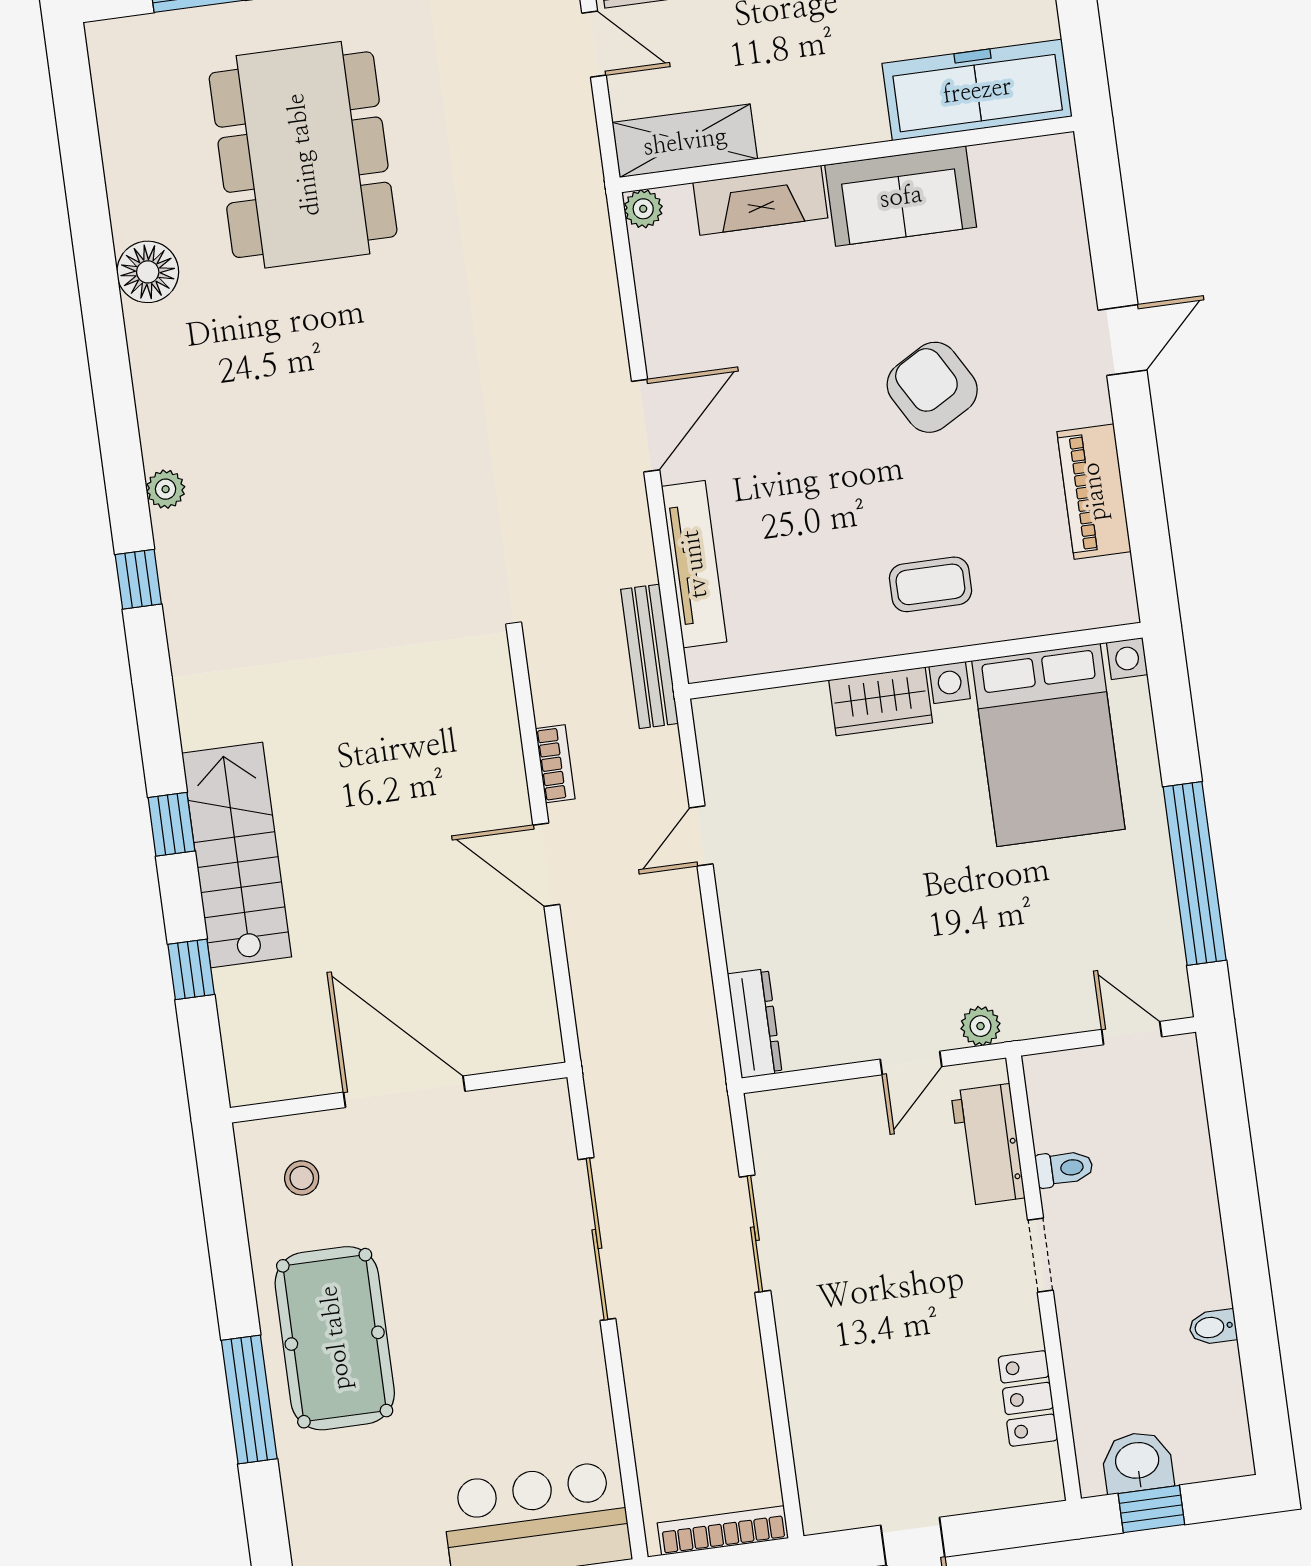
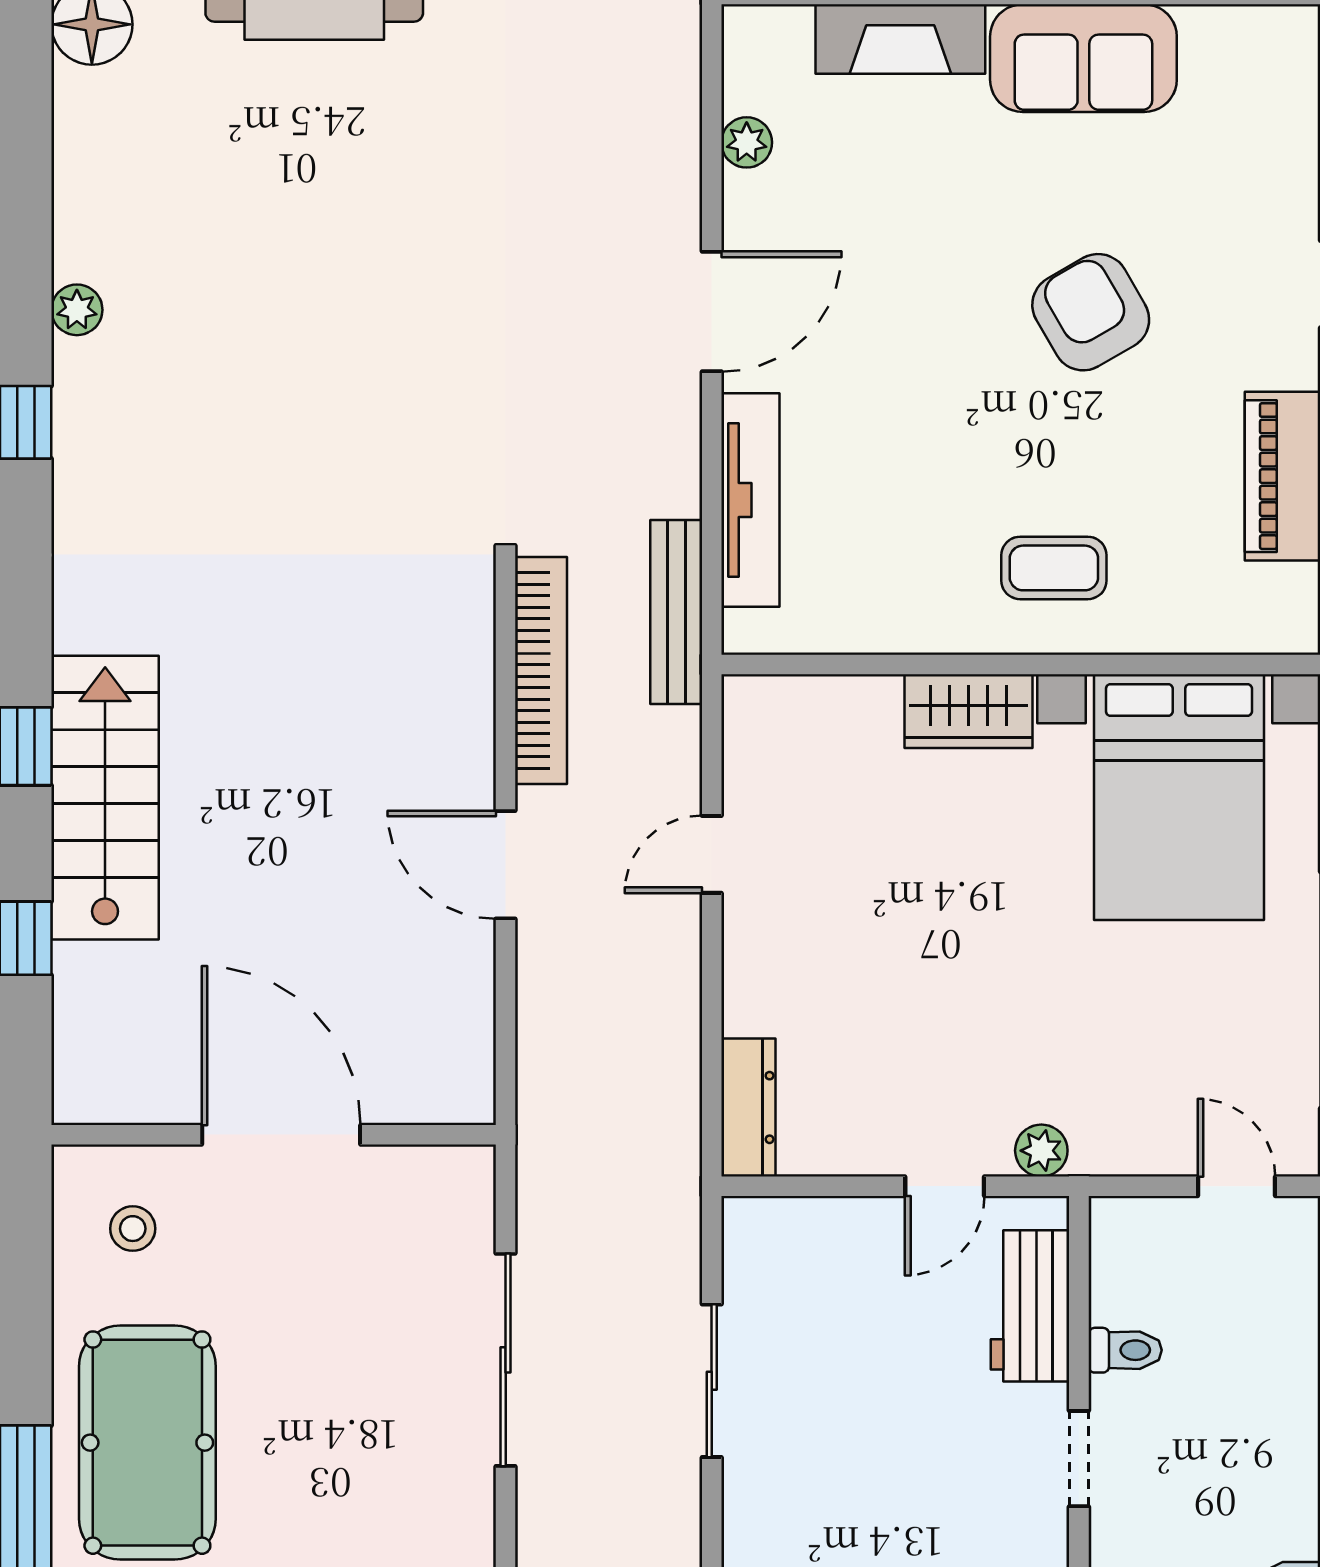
plant: (643, 209) -> (747, 142), moved
bookcase: (555, 764) -> (541, 671), width x2.31, depth x1.31

